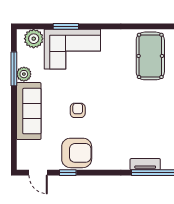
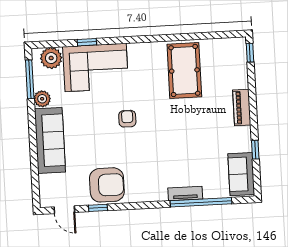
window: (66, 26) -> (87, 42), width x0.67
window: (14, 69) -> (30, 79), moved
armchair: (78, 110) -> (127, 119), moved

